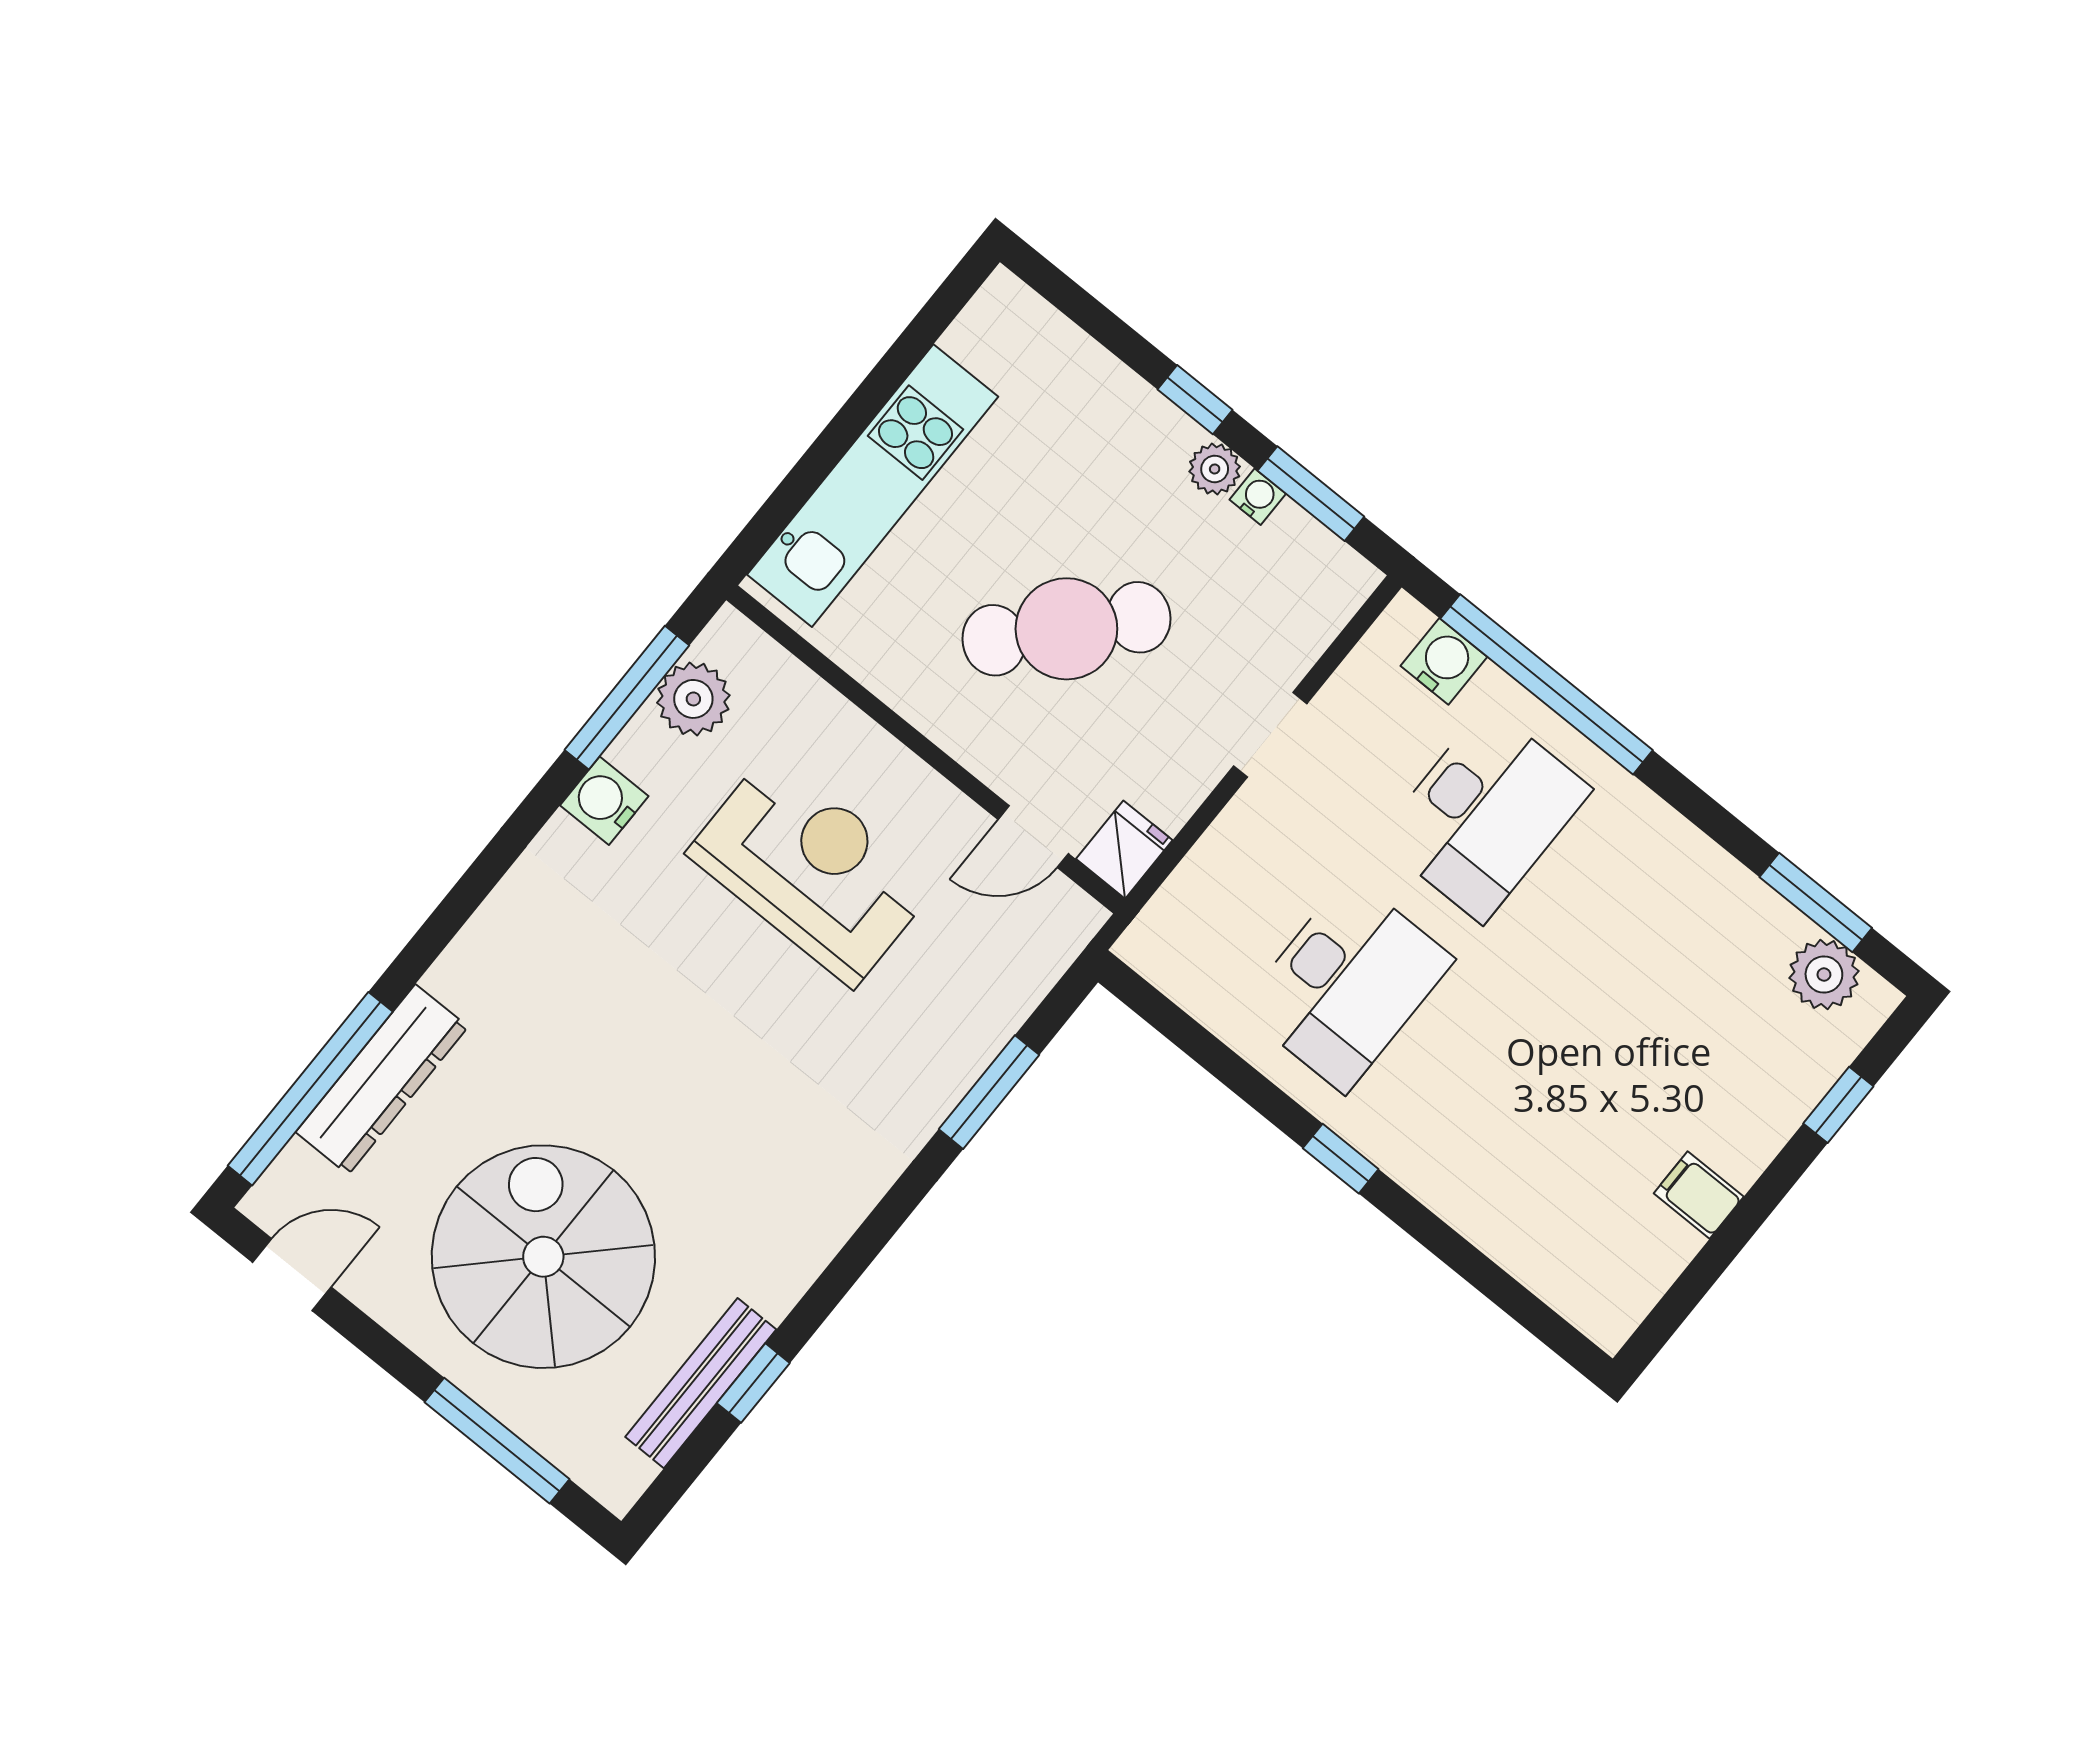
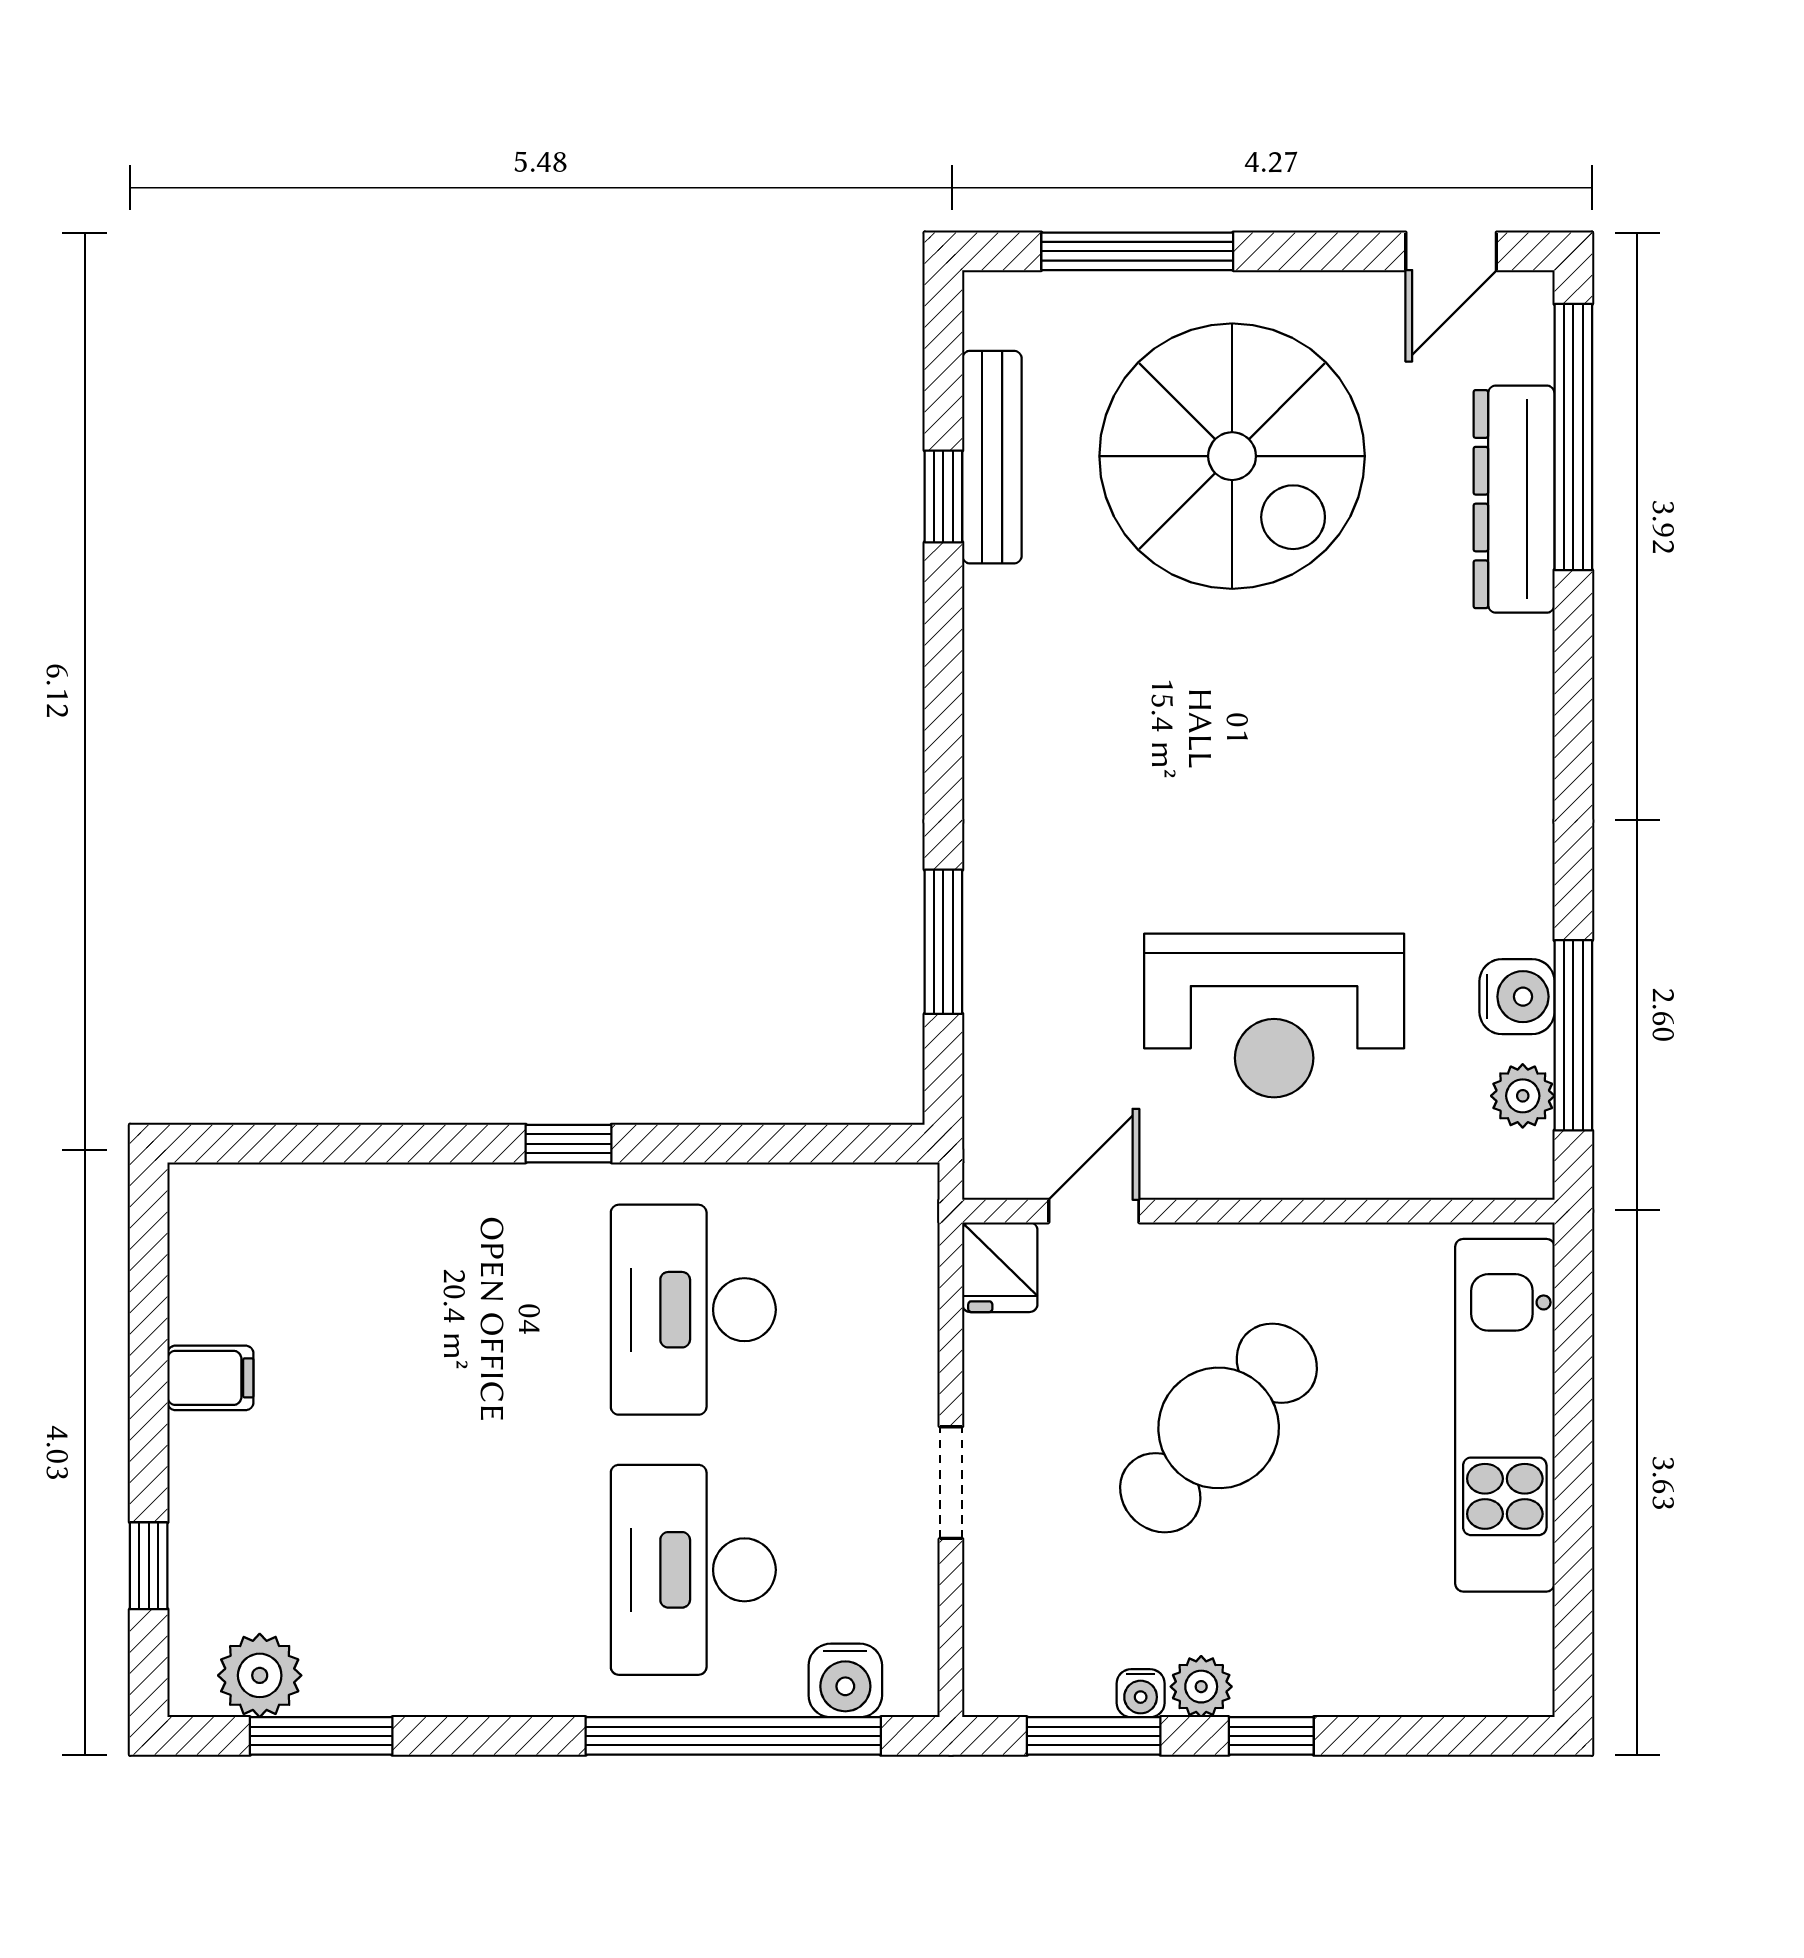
plant: (693, 699) -> (1523, 1096), width x0.73, depth x0.73
water cooler: (604, 801) -> (1517, 997), moved

